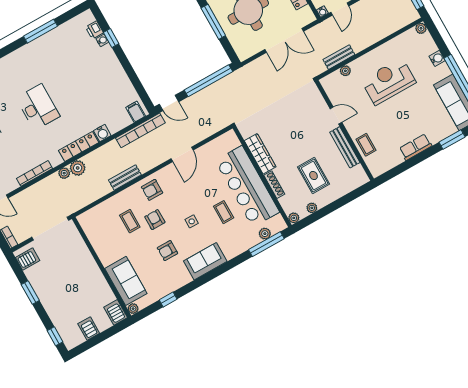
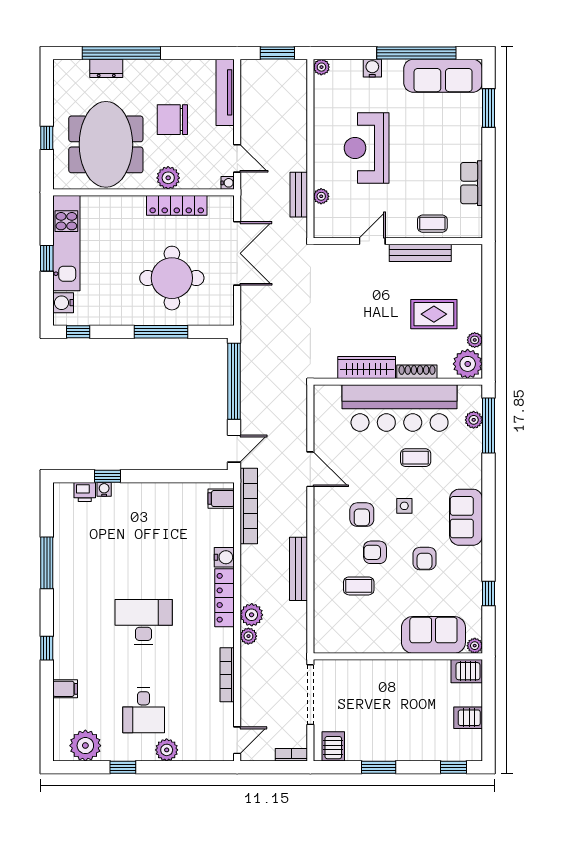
row of seats: (416, 147) -> (472, 183), moved
bench: (125, 177) -> (298, 569), width x1.36
armchair: (152, 190) -> (362, 515), moved
plant: (294, 218) -> (468, 364), width x1.88, depth x1.88

